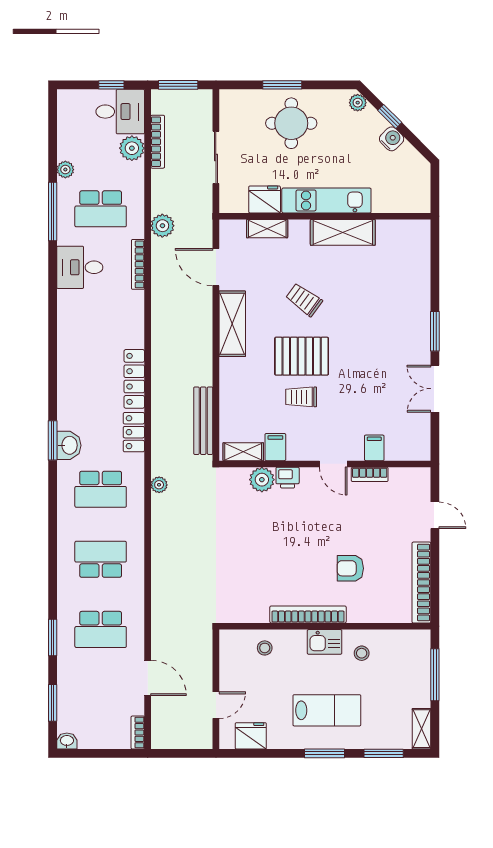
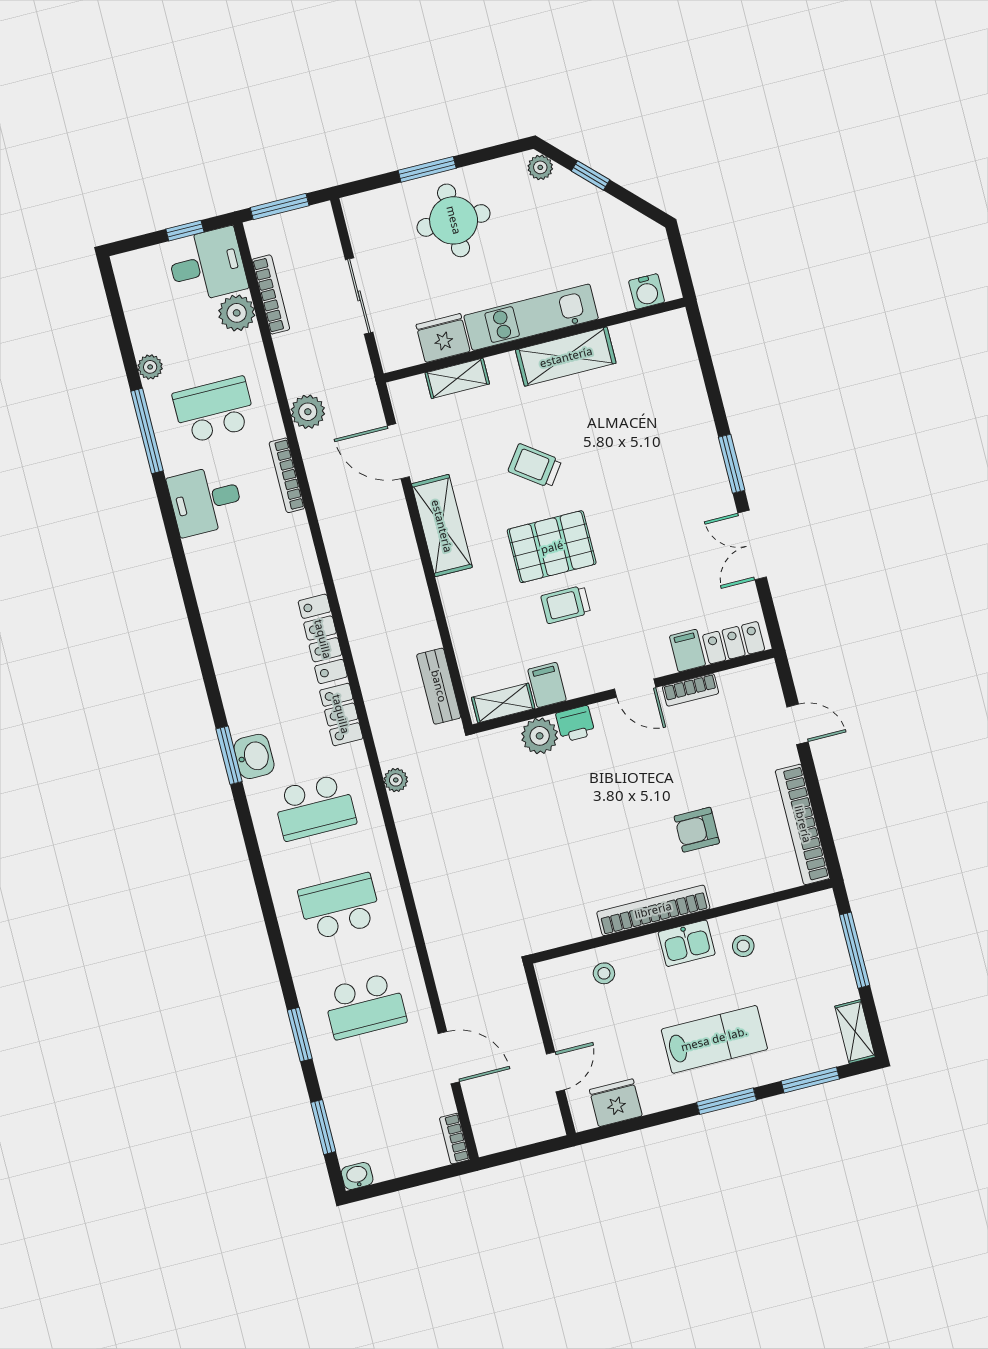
water cooler: (392, 139) -> (647, 291), moved, turned 135
school desk: (101, 209) -> (214, 410), turned 180
bench: (203, 421) -> (439, 686), width x0.73
locker: (406, 450) -> (734, 643), added

